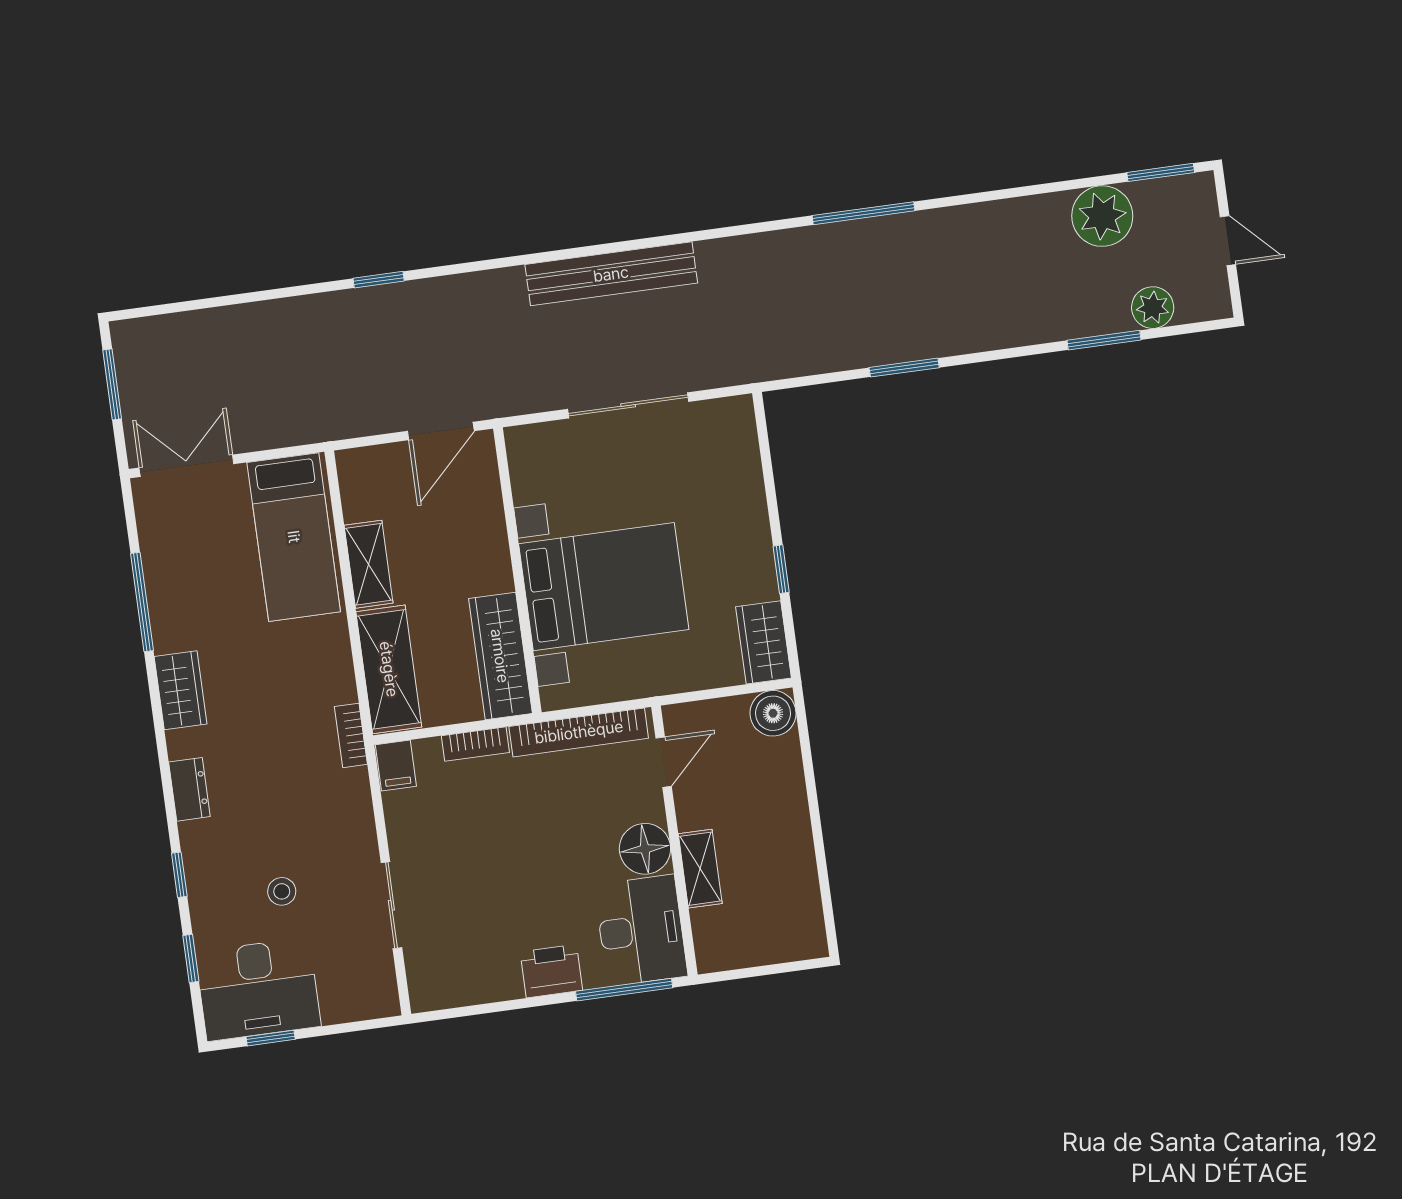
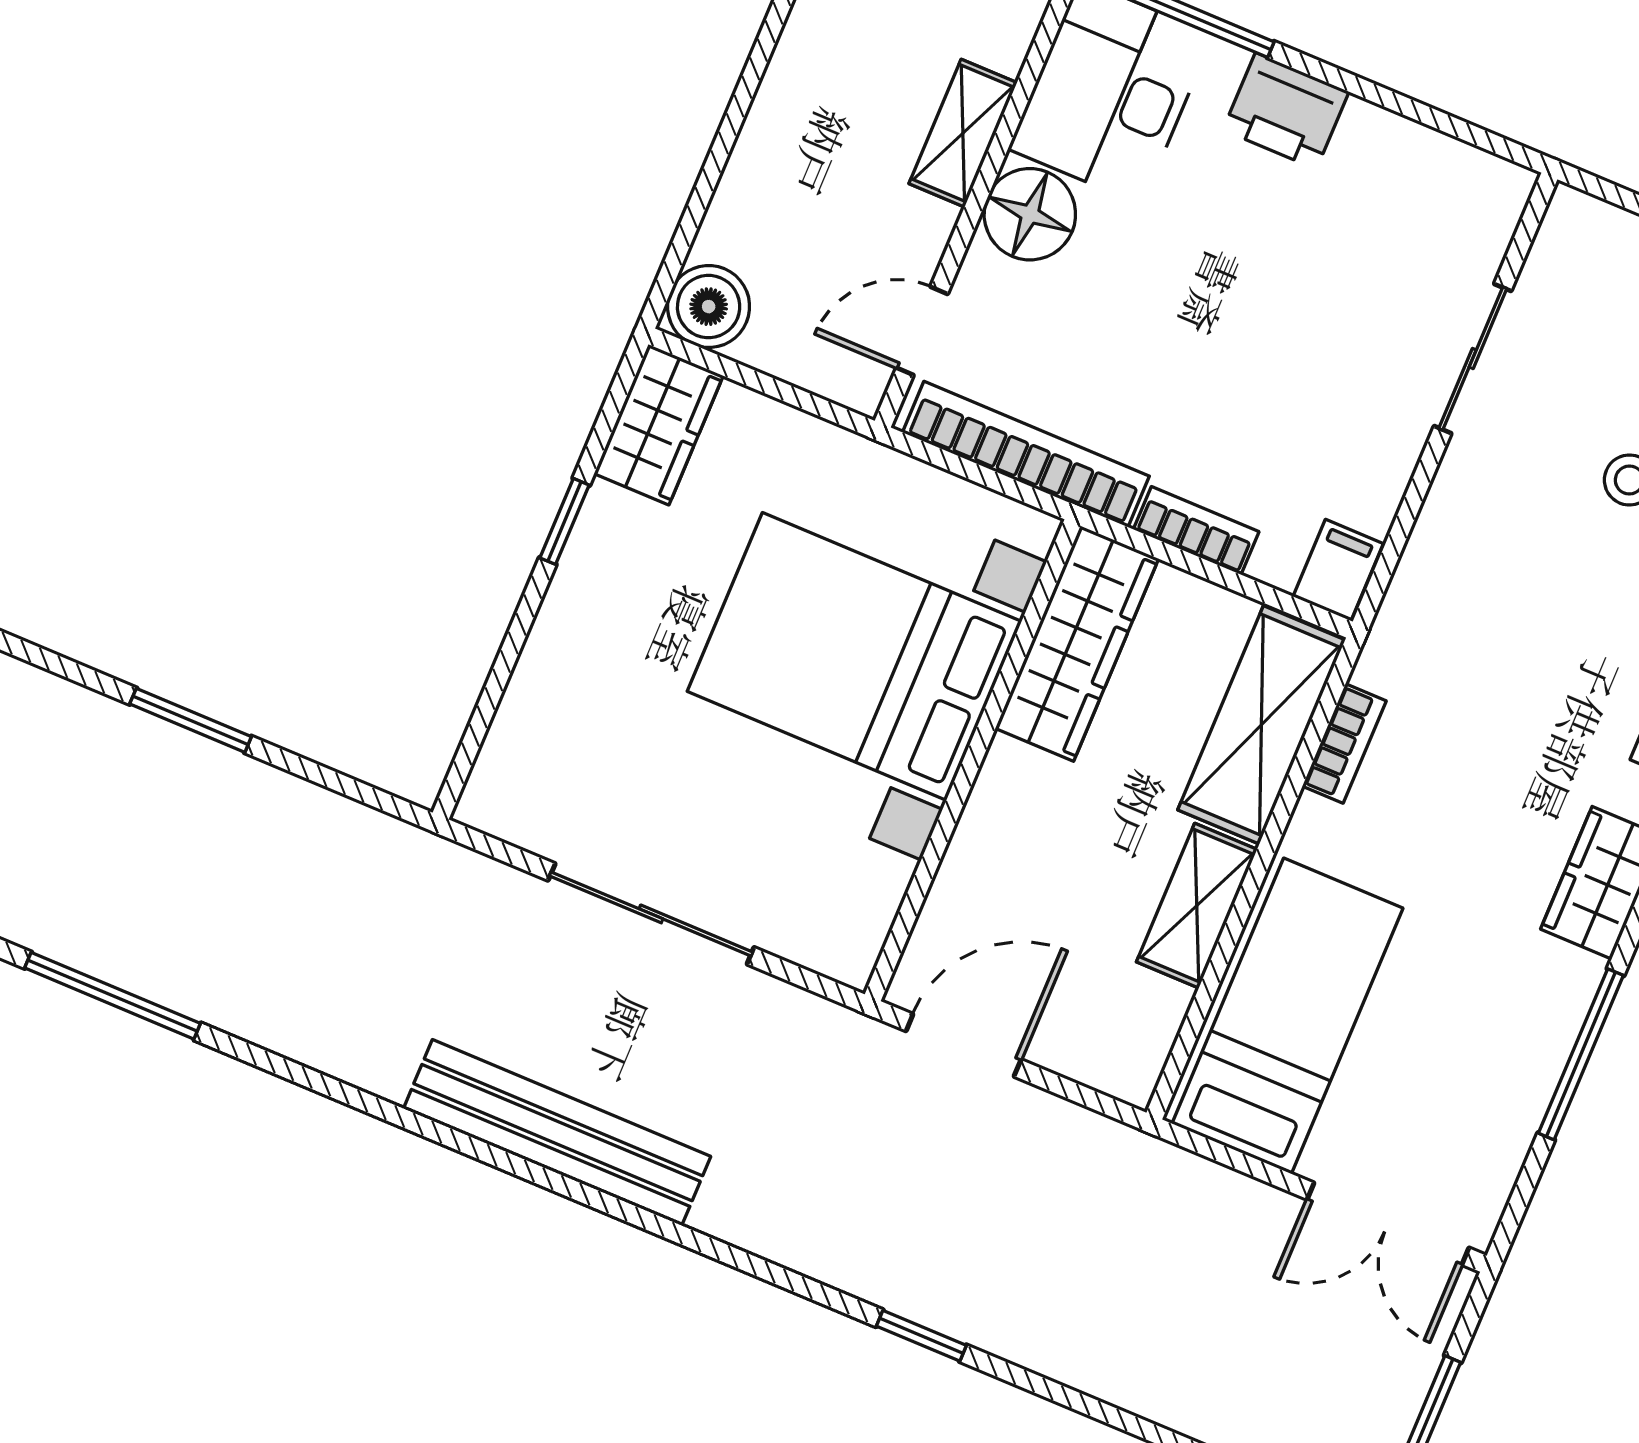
bookcase: (351, 735) -> (1344, 743), moved

